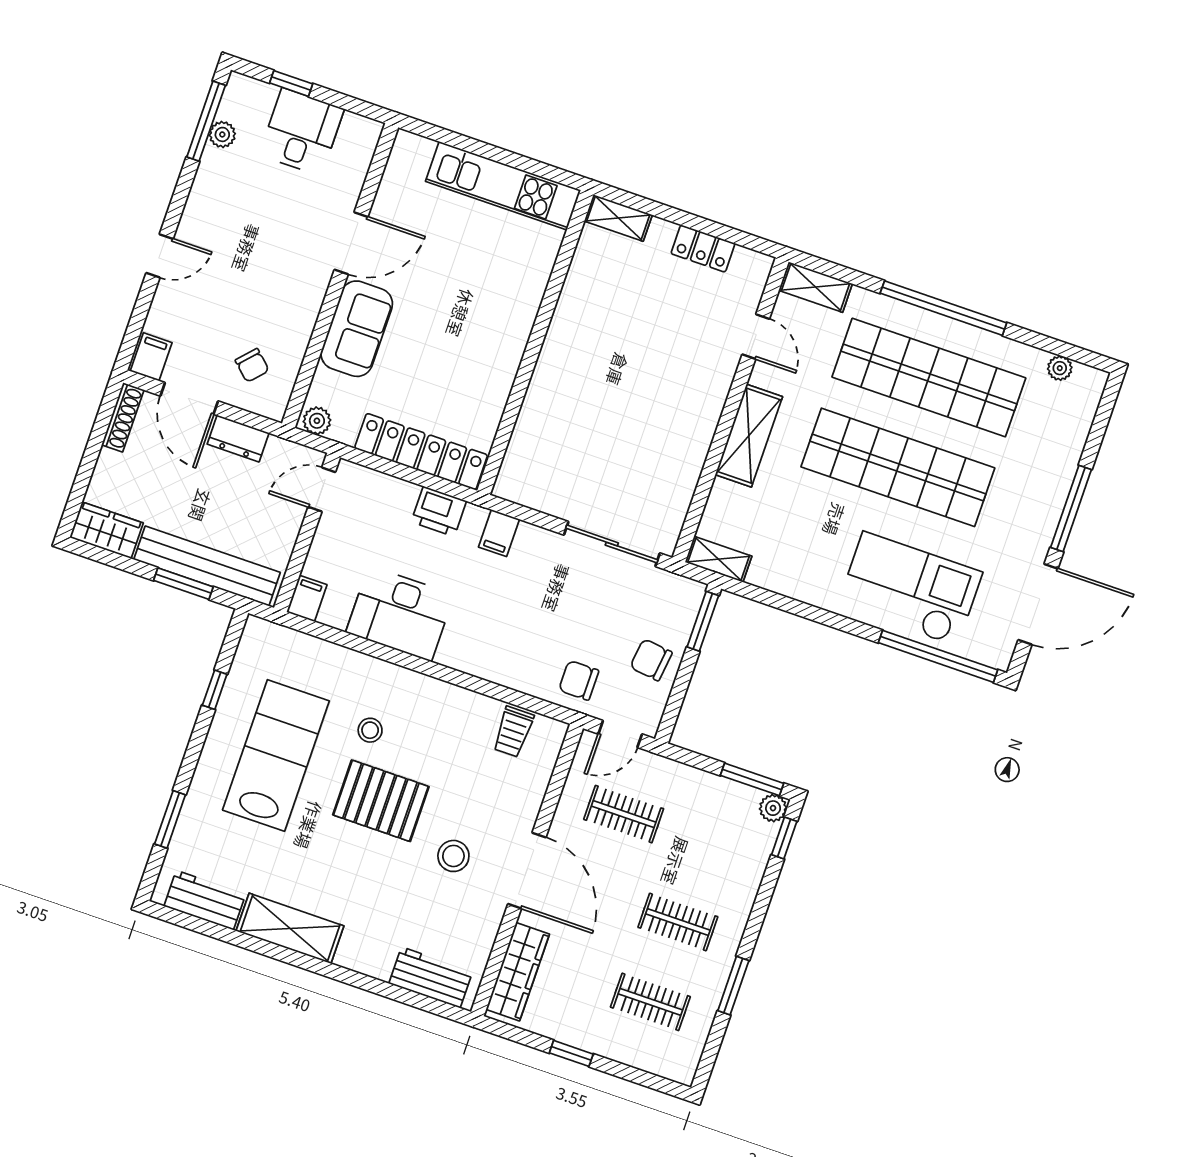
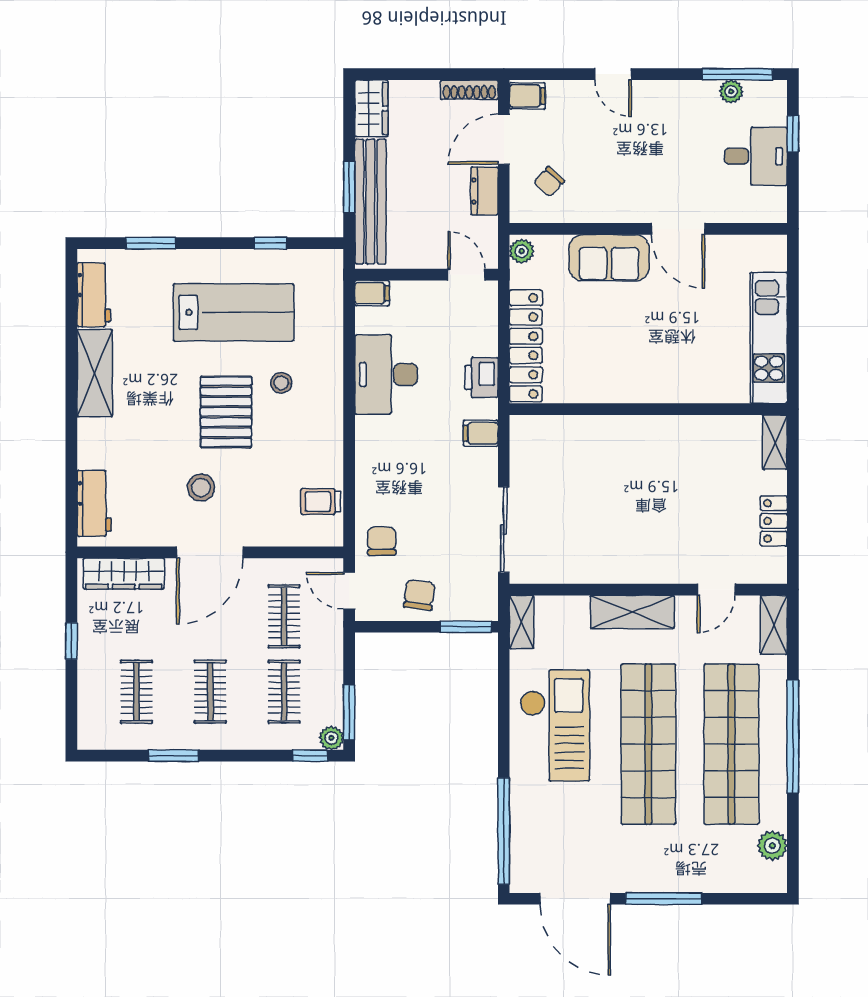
plant: (1060, 368) -> (772, 846), width x1.38, depth x1.38
checkout: (910, 589) -> (555, 725), moved
clothes rail: (705, 842) -> (284, 692), added

